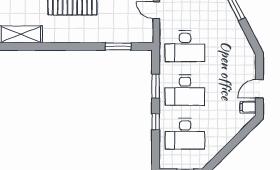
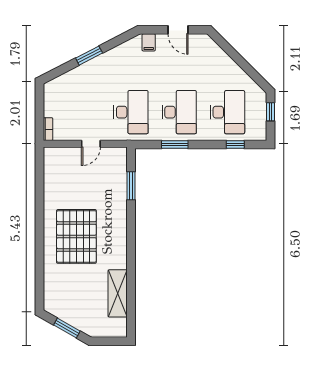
filing cabinet: (248, 107) -> (149, 42), moved
window: (156, 122) -> (235, 144), moved

